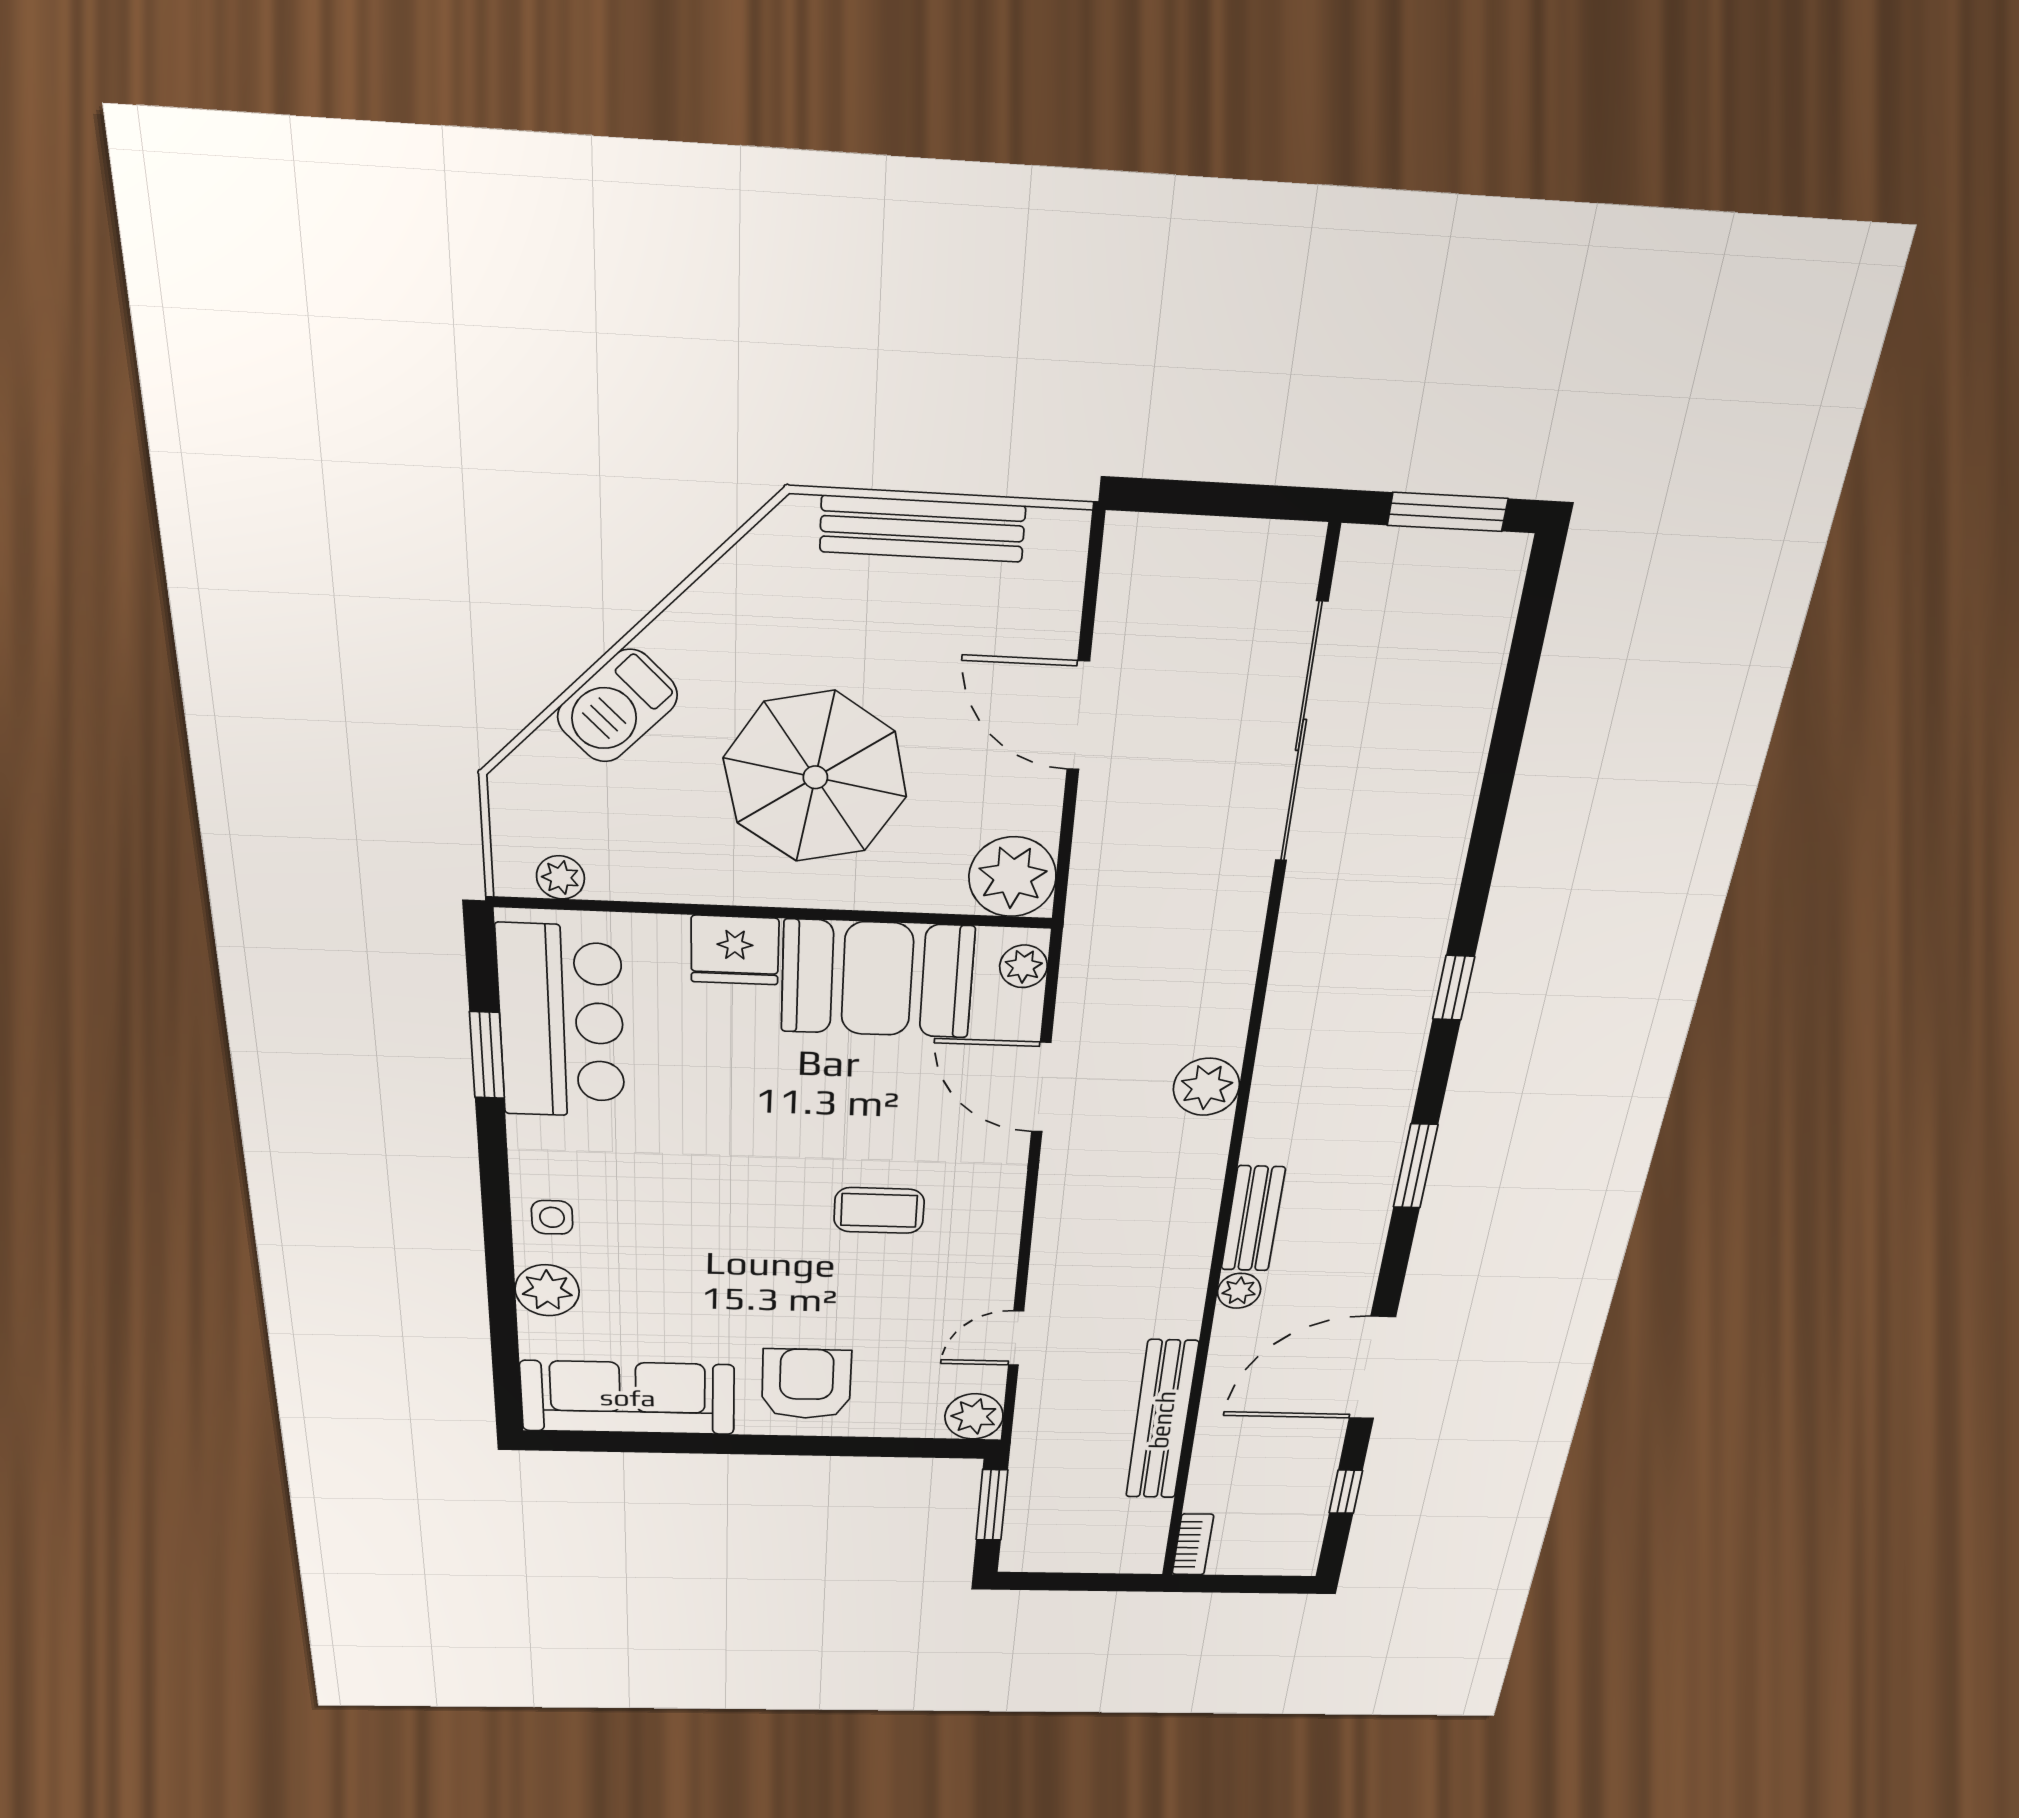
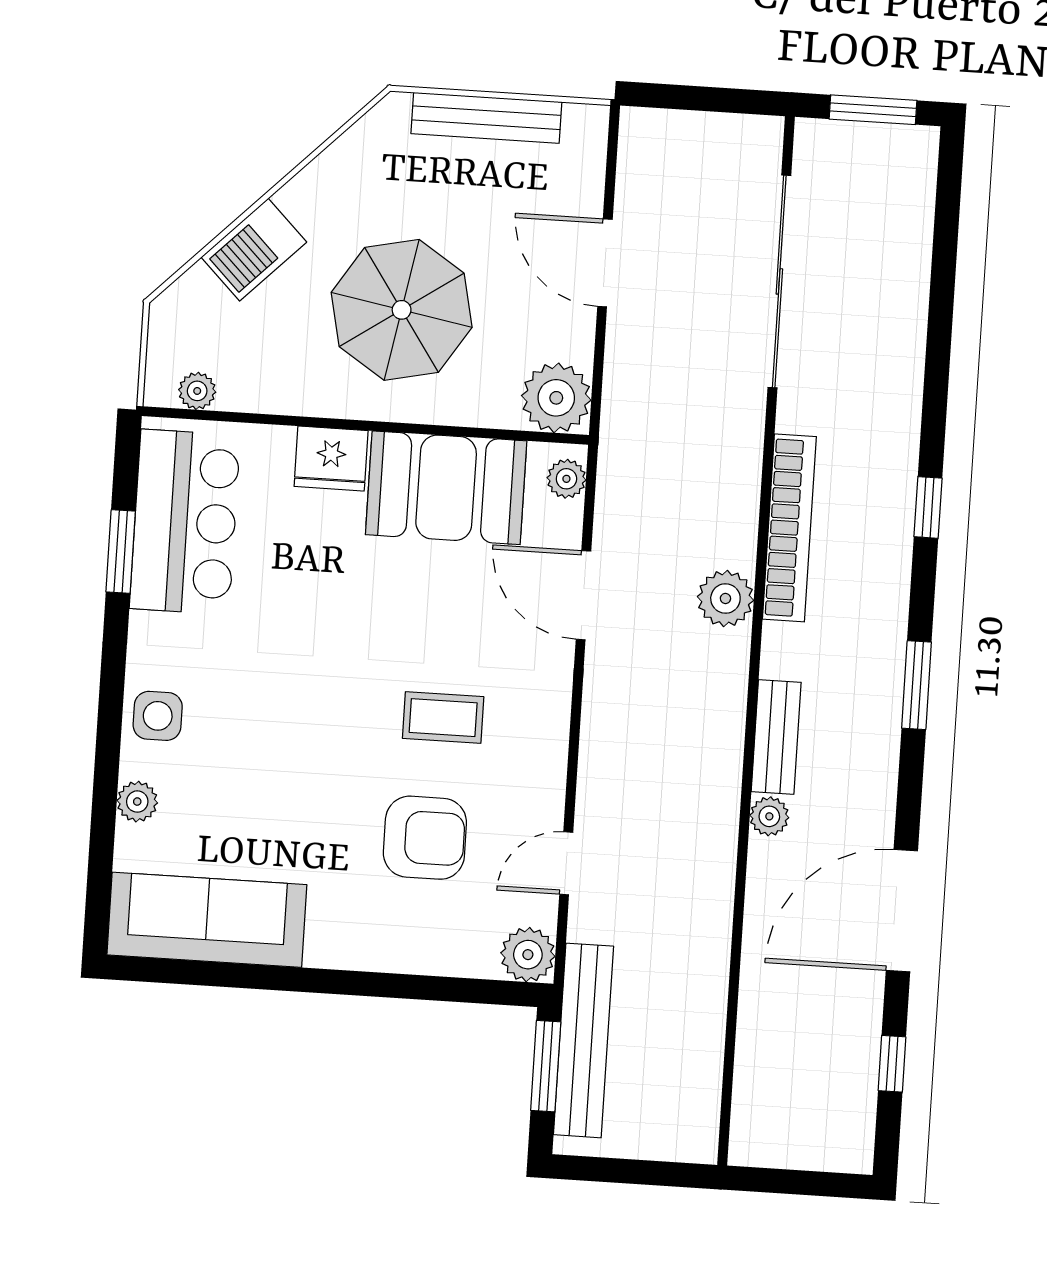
side table: (552, 1217) -> (158, 716), width x1.37, depth x1.37
plant: (547, 1290) -> (137, 802), width x0.73, depth x0.73
armchair: (806, 1384) -> (425, 838), moved, turned 90
bench: (1162, 1420) -> (583, 1040), moved
bookcase: (1193, 1544) -> (789, 528), moved, width x2.31, depth x1.31

